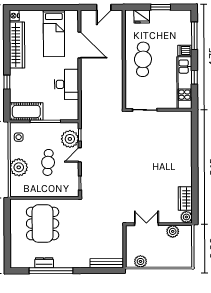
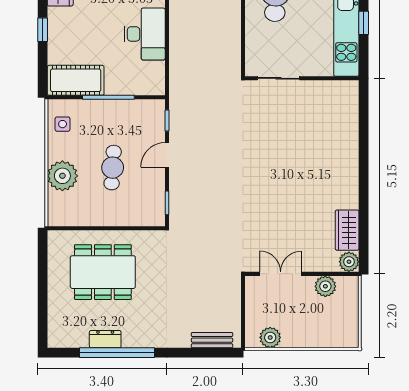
plant: (70, 139) -> (150, 127), removed
dining table: (43, 224) -> (103, 272), turned 90
bench: (107, 263) -> (212, 340), width x0.73

